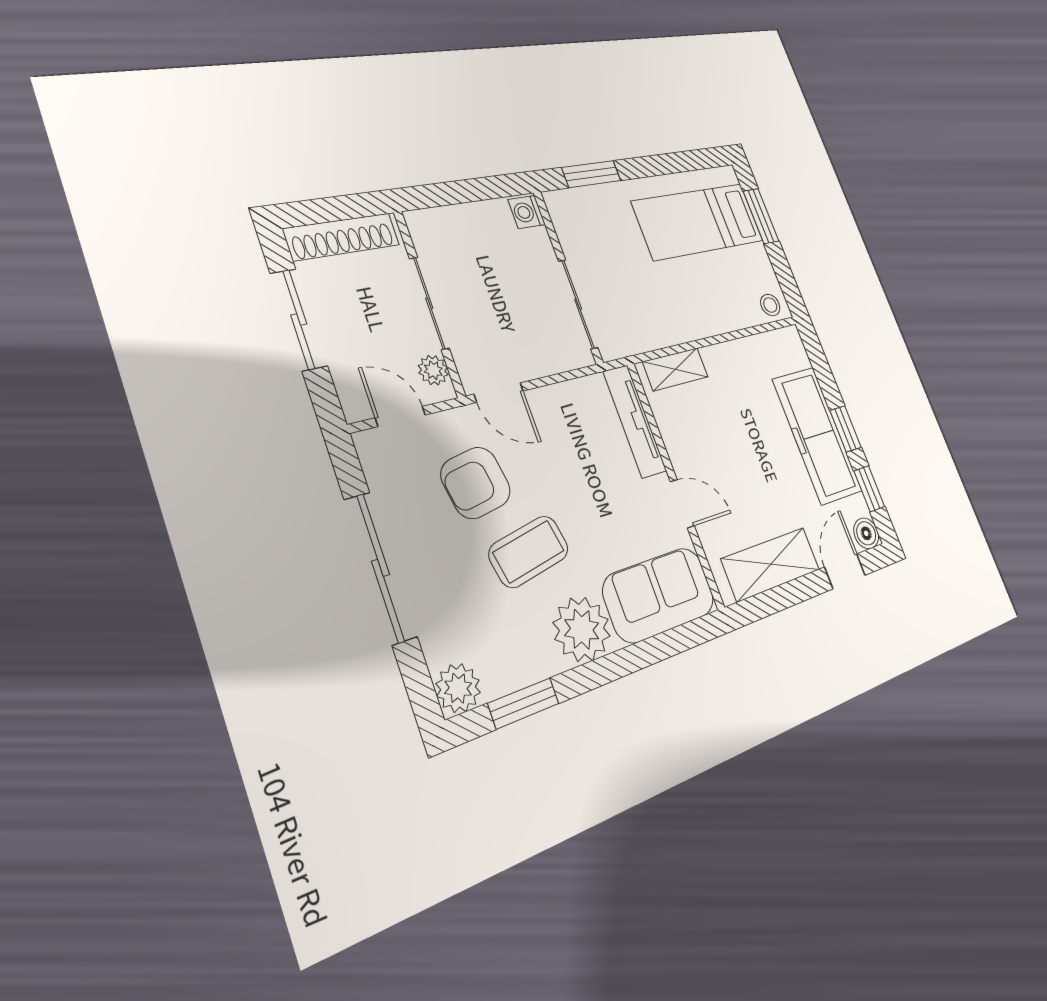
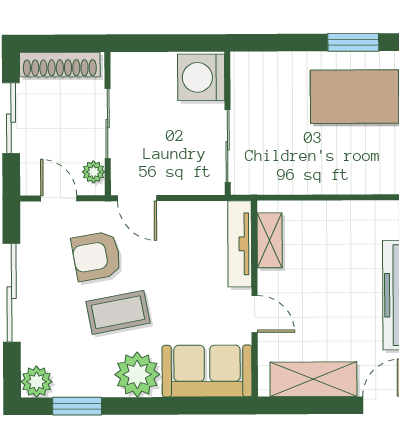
window: (591, 174) -> (353, 42), moved
washing machine: (527, 212) -> (201, 77), width x1.89, depth x1.89
shelving: (675, 369) -> (270, 240), moved, turned 90

